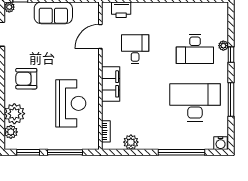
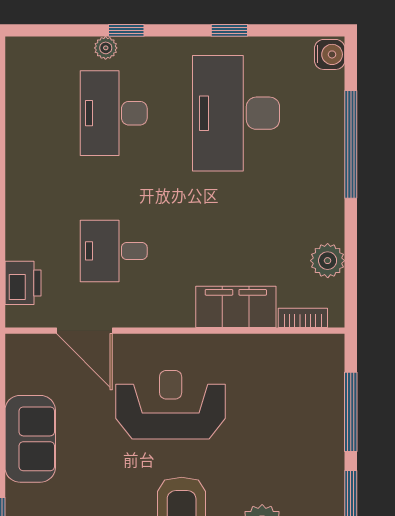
desk: (195, 49) -> (114, 113), turned 180
filing cabinet: (111, 84) -> (236, 307), moved
window: (231, 99) -> (229, 30), width x0.46
reception desk: (71, 103) -> (171, 405), moved

